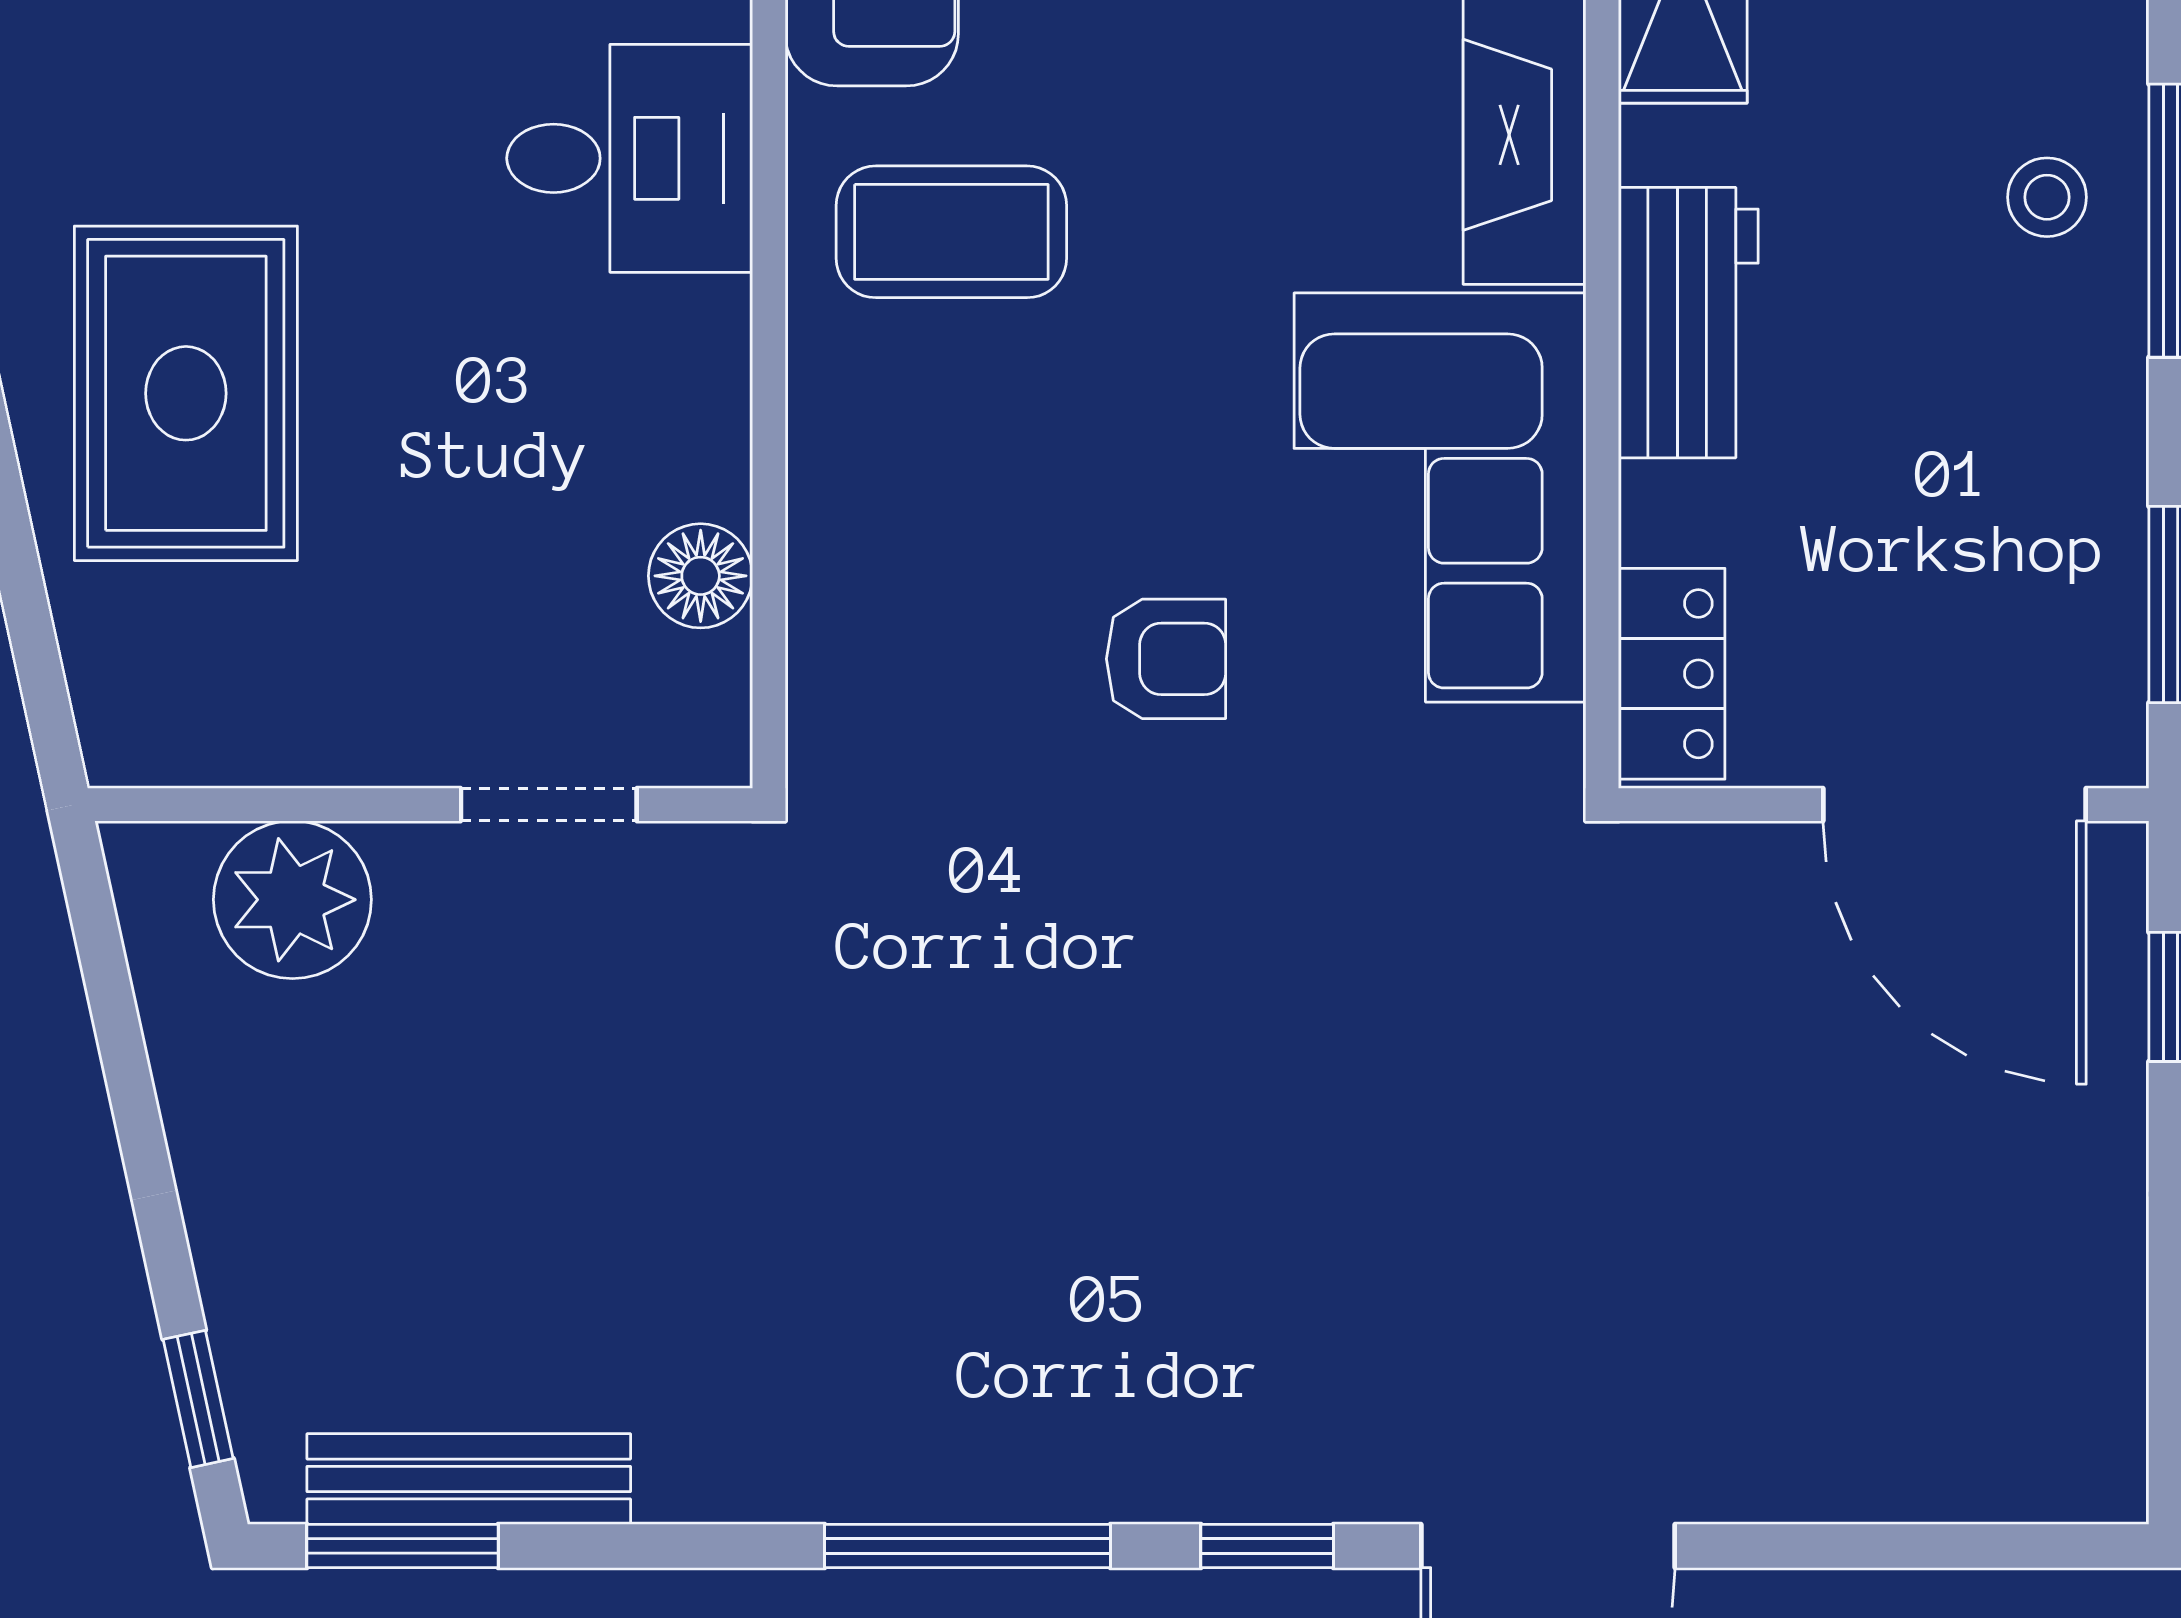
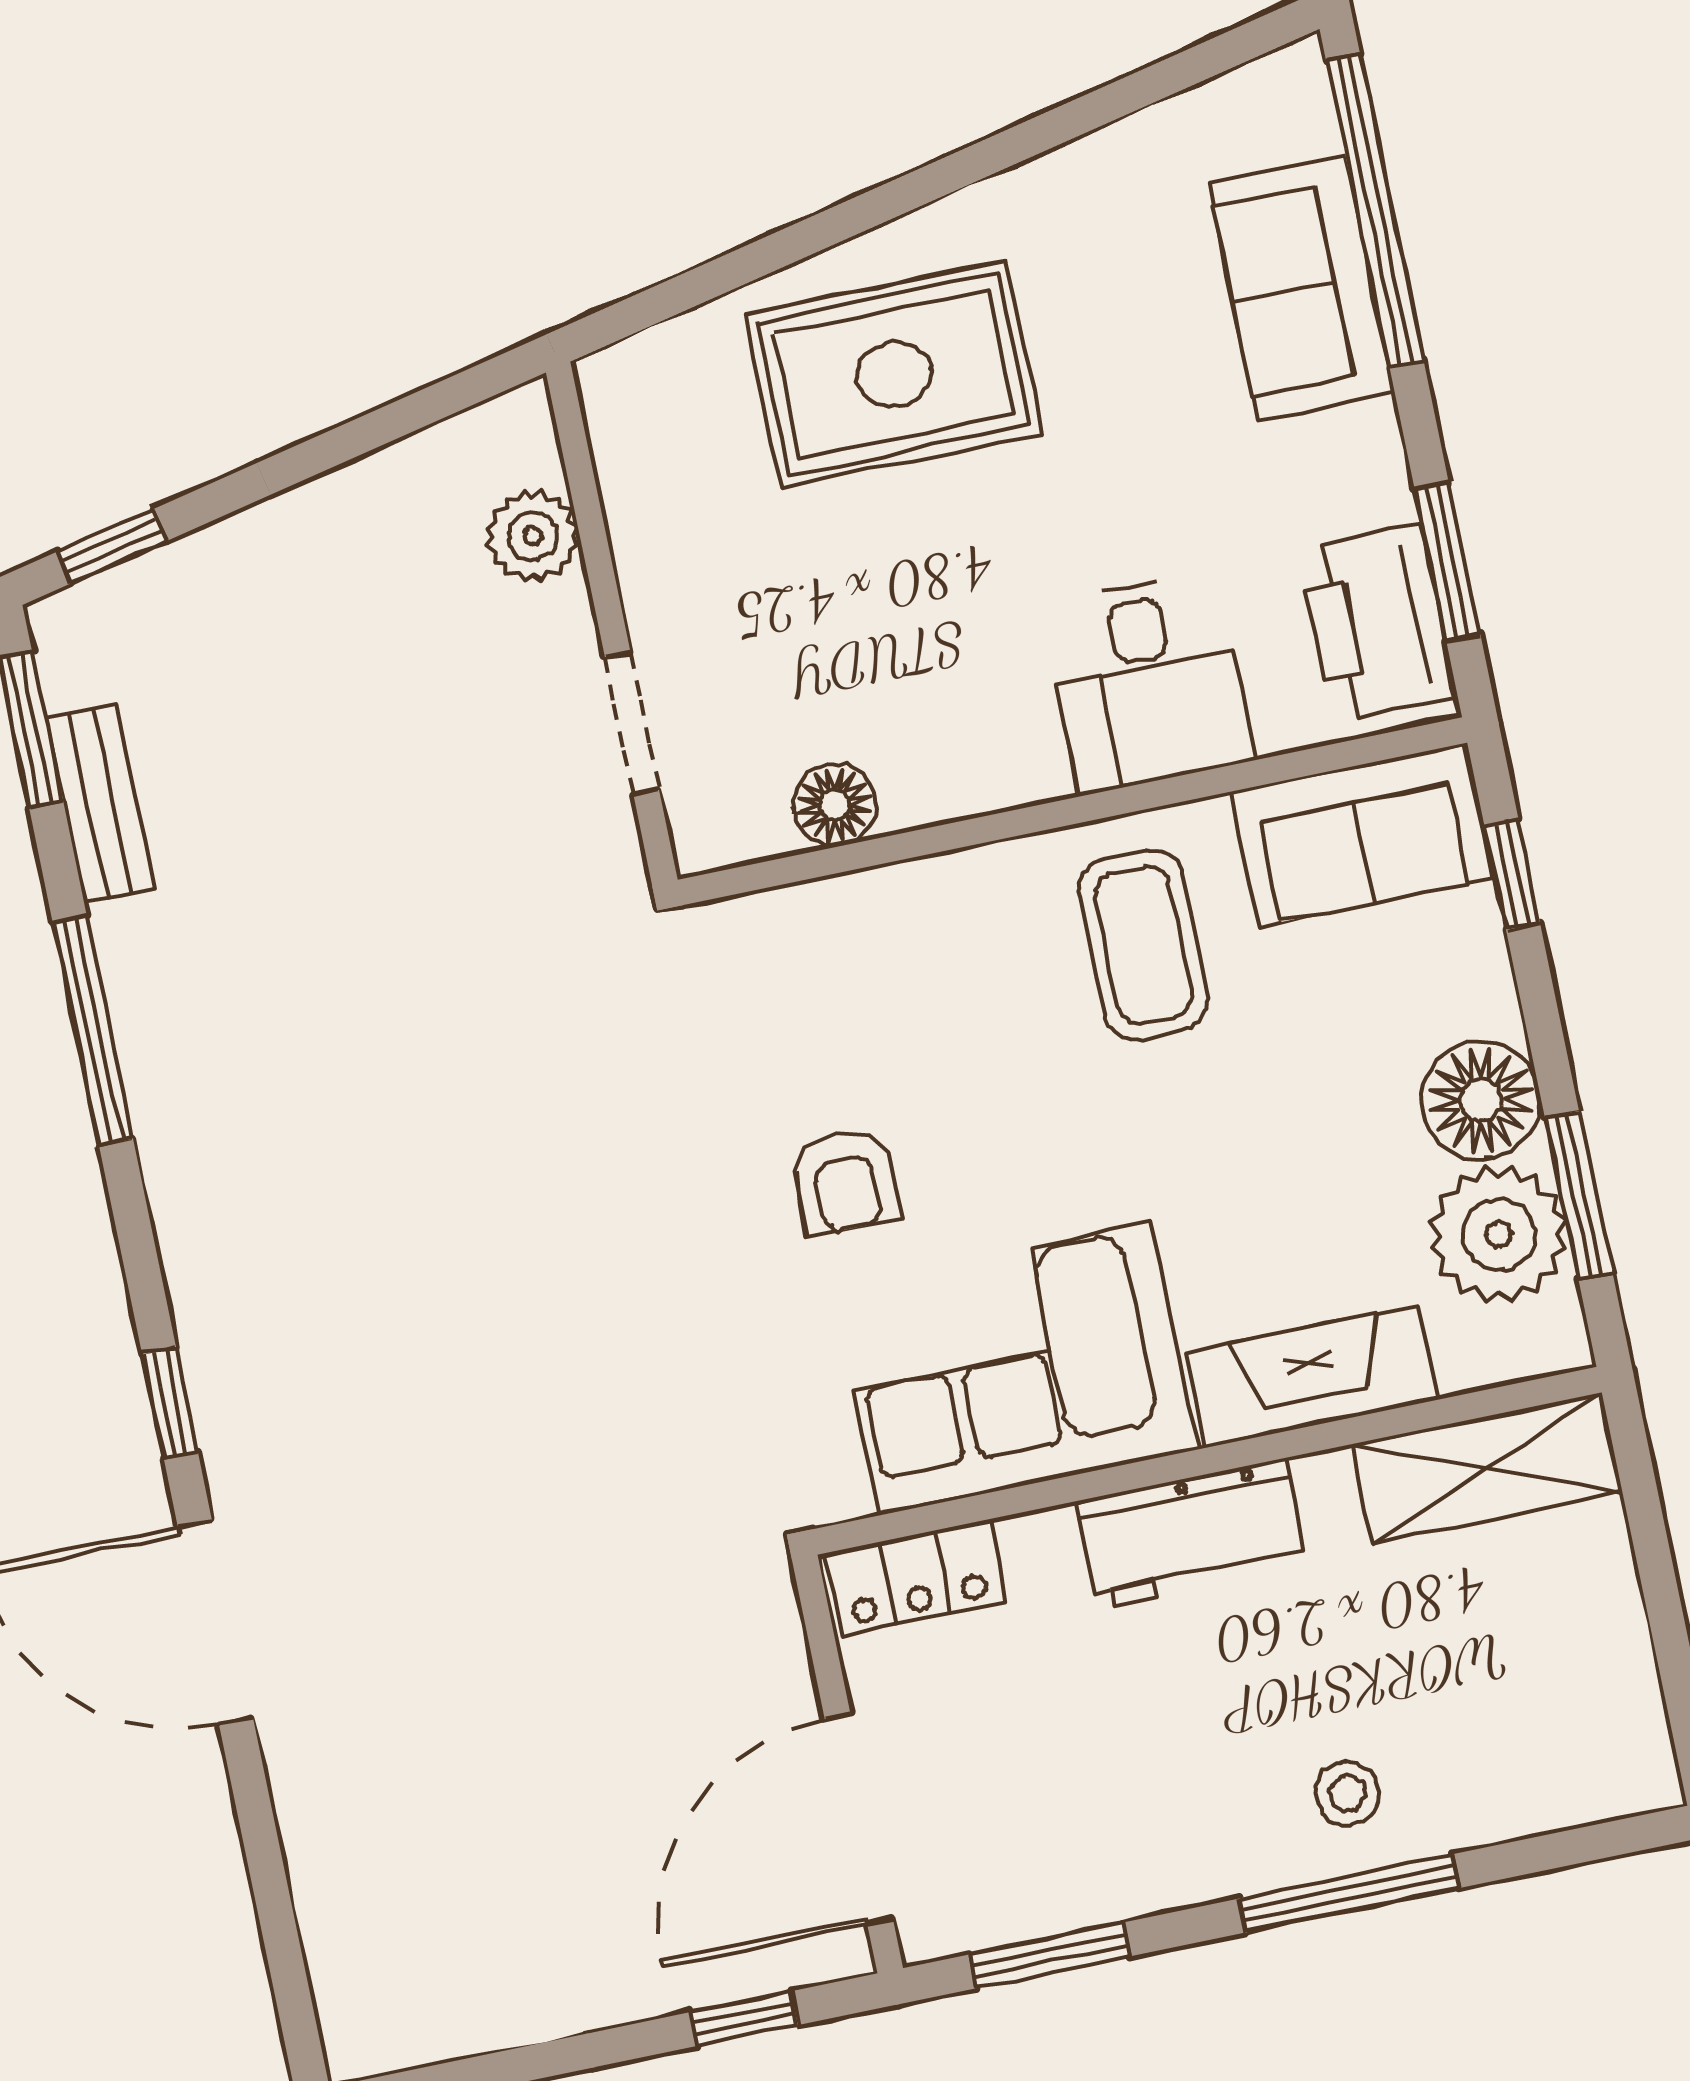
plant: (292, 900) -> (533, 536), width x0.73, depth x0.73
bench: (469, 1479) -> (100, 804), width x0.73
window: (967, 1546) -> (93, 1031), moved

